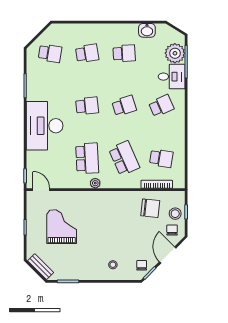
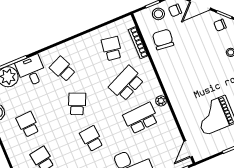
school desk: (124, 106) -> (77, 104), turned 42

